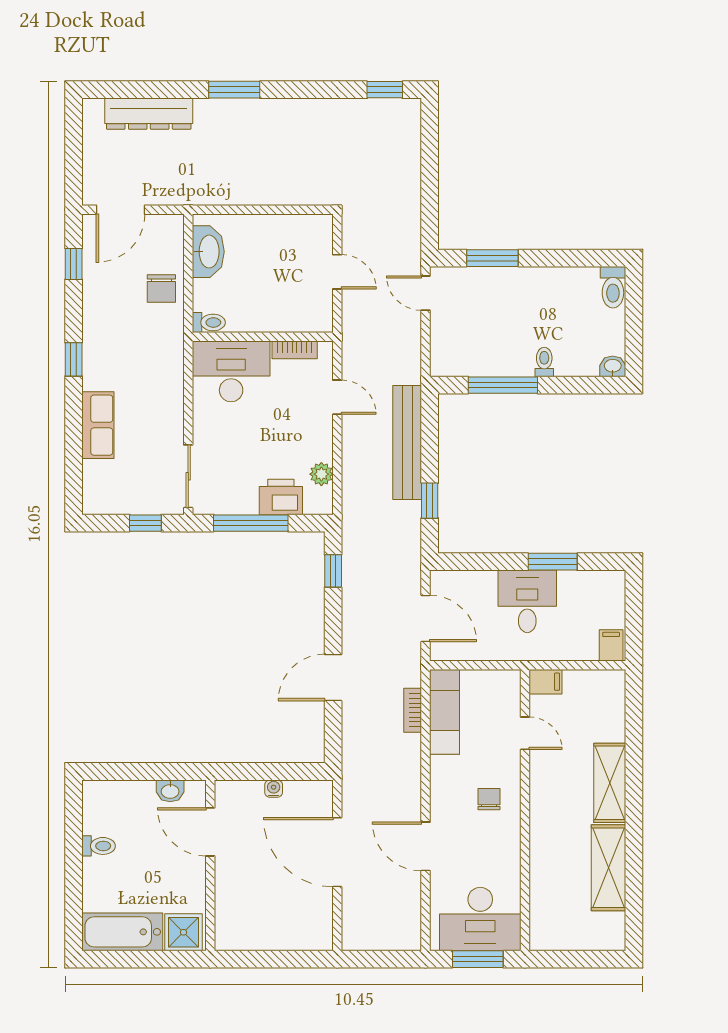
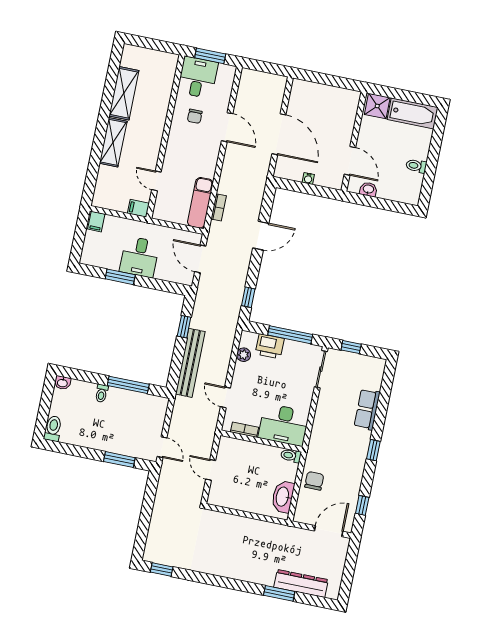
window: (234, 90) -> (279, 593), moved
chair: (489, 799) -> (195, 116), moved
desk: (480, 919) -> (198, 77), width x0.73

